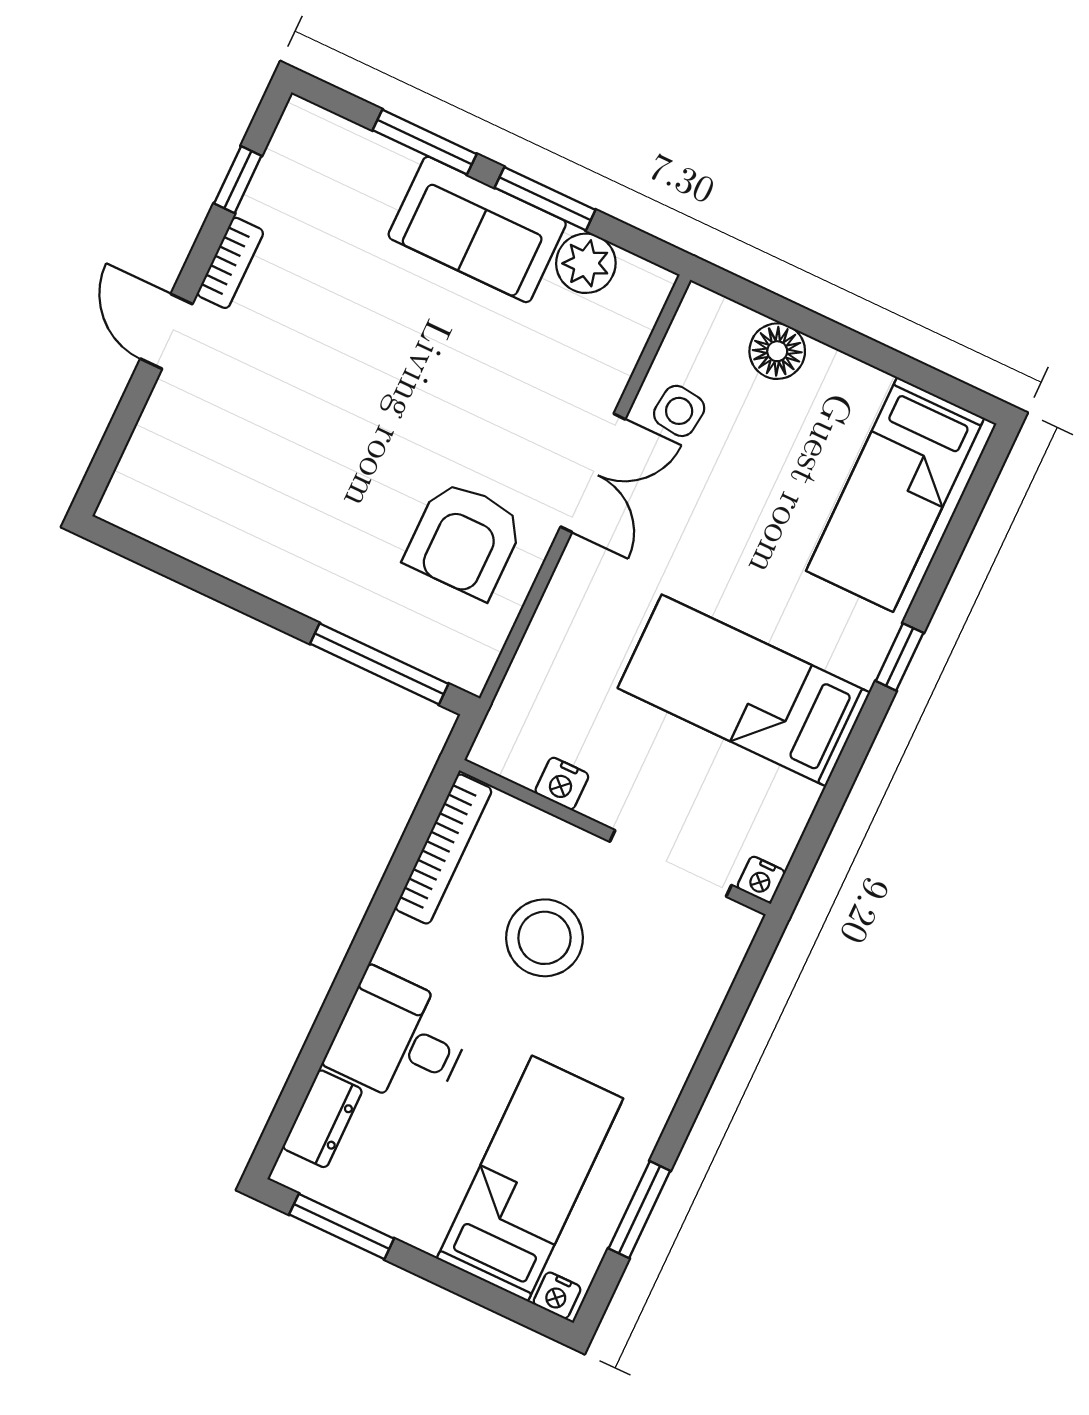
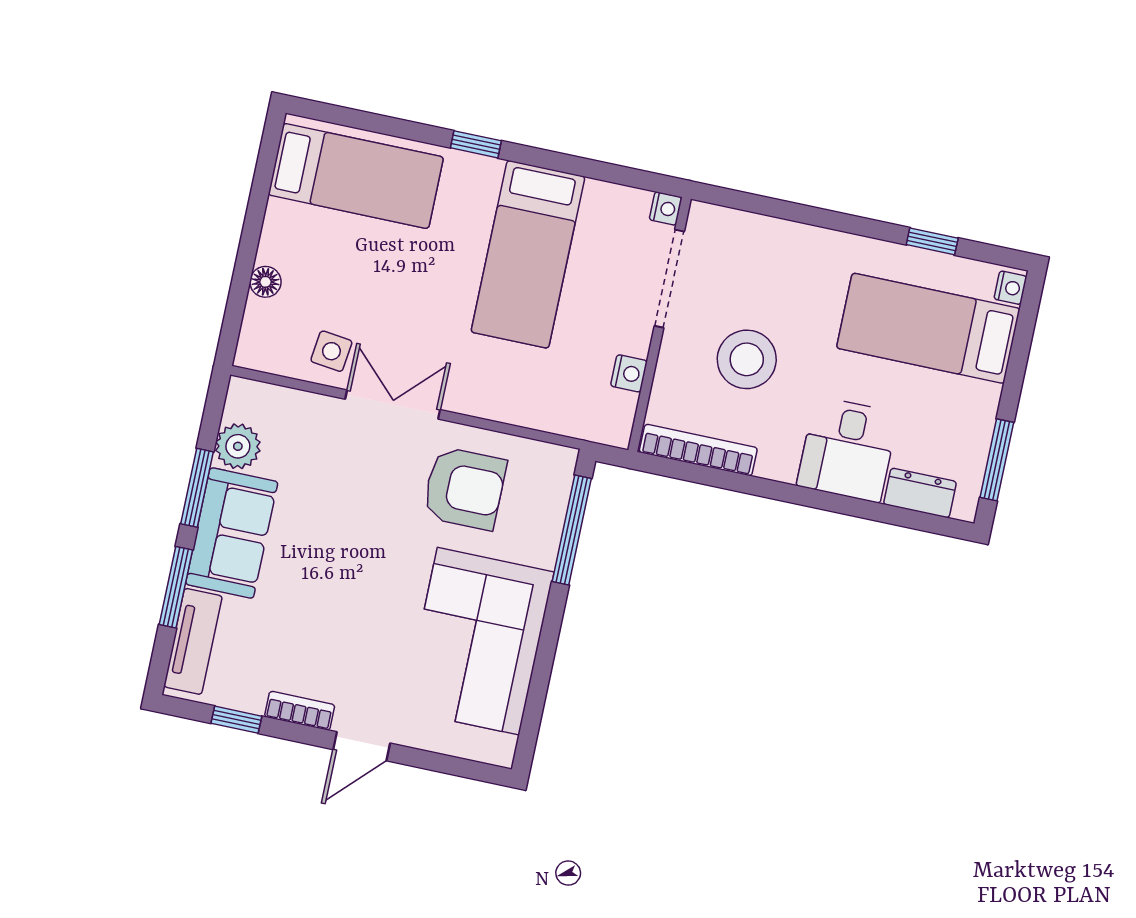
tv unit: (351, 148) -> (193, 641), added
floor lamp: (777, 351) -> (265, 282), width x0.73, depth x0.73
corner sofa: (266, 512) -> (478, 641), added
window: (639, 1210) -> (932, 241), width x0.67

